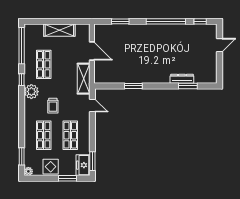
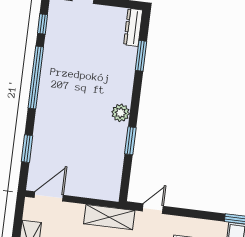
door: (92, 51) -> (49, 196), moved
plant: (150, 78) -> (121, 113), added
dresser: (182, 79) -> (133, 27), moved

